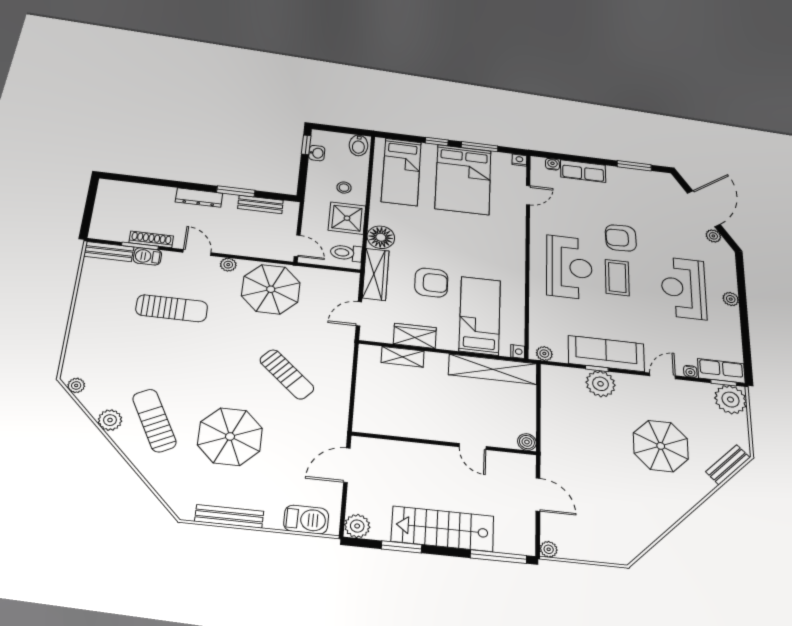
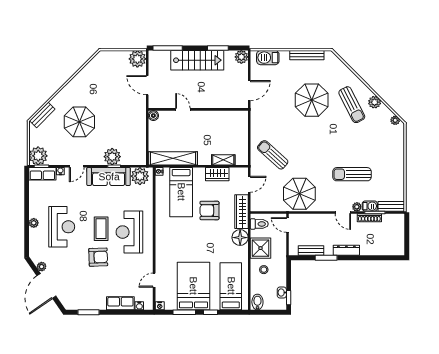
plant: (228, 265) -> (357, 207), moved
plant: (544, 354) -> (140, 176), width x1.87, depth x1.87
sun lounger: (287, 374) -> (273, 155), moved
plant: (549, 549) -> (137, 59), width x1.88, depth x1.88

